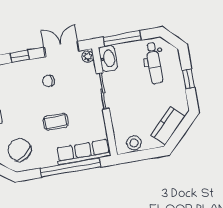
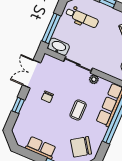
plant: (88, 57) -> (94, 79), moved

